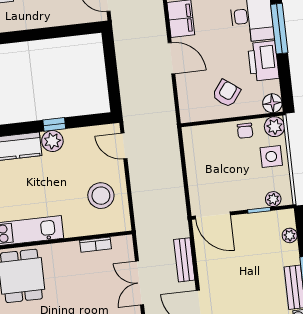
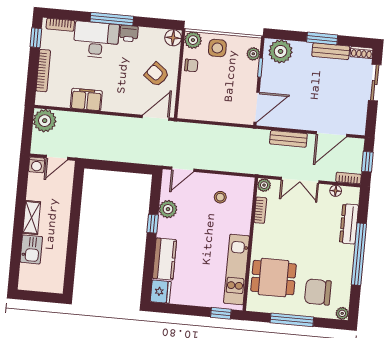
door: (171, 58) -> (156, 118), moved
printer: (263, 61) -> (129, 33), width x0.53, depth x0.68
plant: (52, 141) -> (168, 209), moved
stool: (101, 196) -> (220, 197), width x0.53, depth x0.53
plant: (290, 235) -> (281, 51), width x1.87, depth x1.87
plant: (125, 243) -> (264, 185), added

